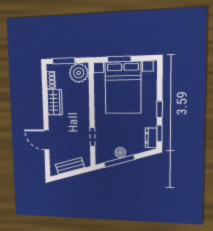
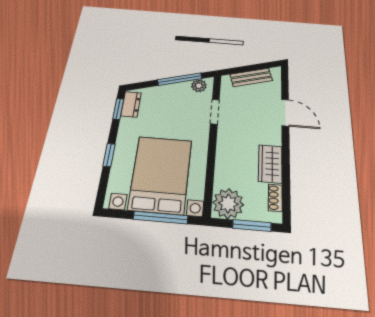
window: (119, 59) -> (161, 218), width x1.44
window: (160, 109) -> (109, 155), moved
plant: (120, 153) -> (199, 86), moved

